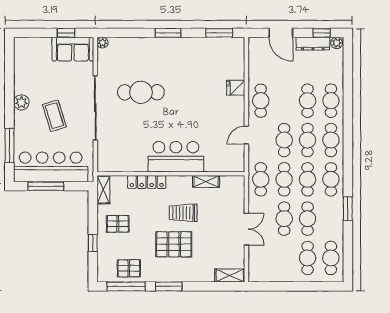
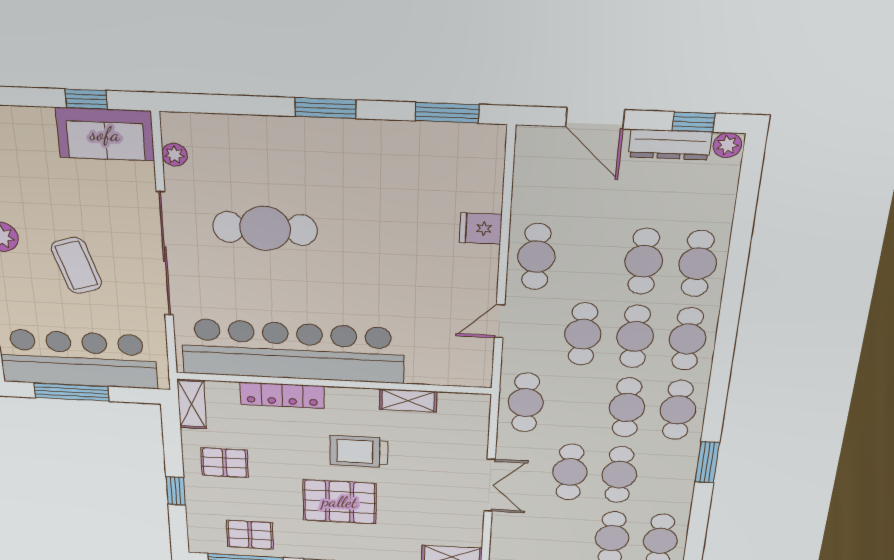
plant: (103, 43) -> (175, 155), moved
bar counter: (176, 157) -> (293, 351), width x1.86
cafe table: (284, 179) -> (576, 405), removed

